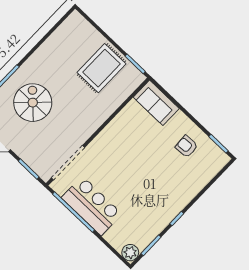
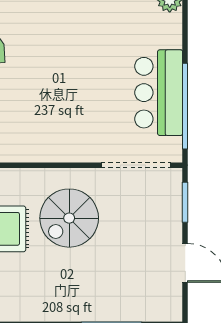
spiral stairs: (33, 103) -> (69, 218), moved

